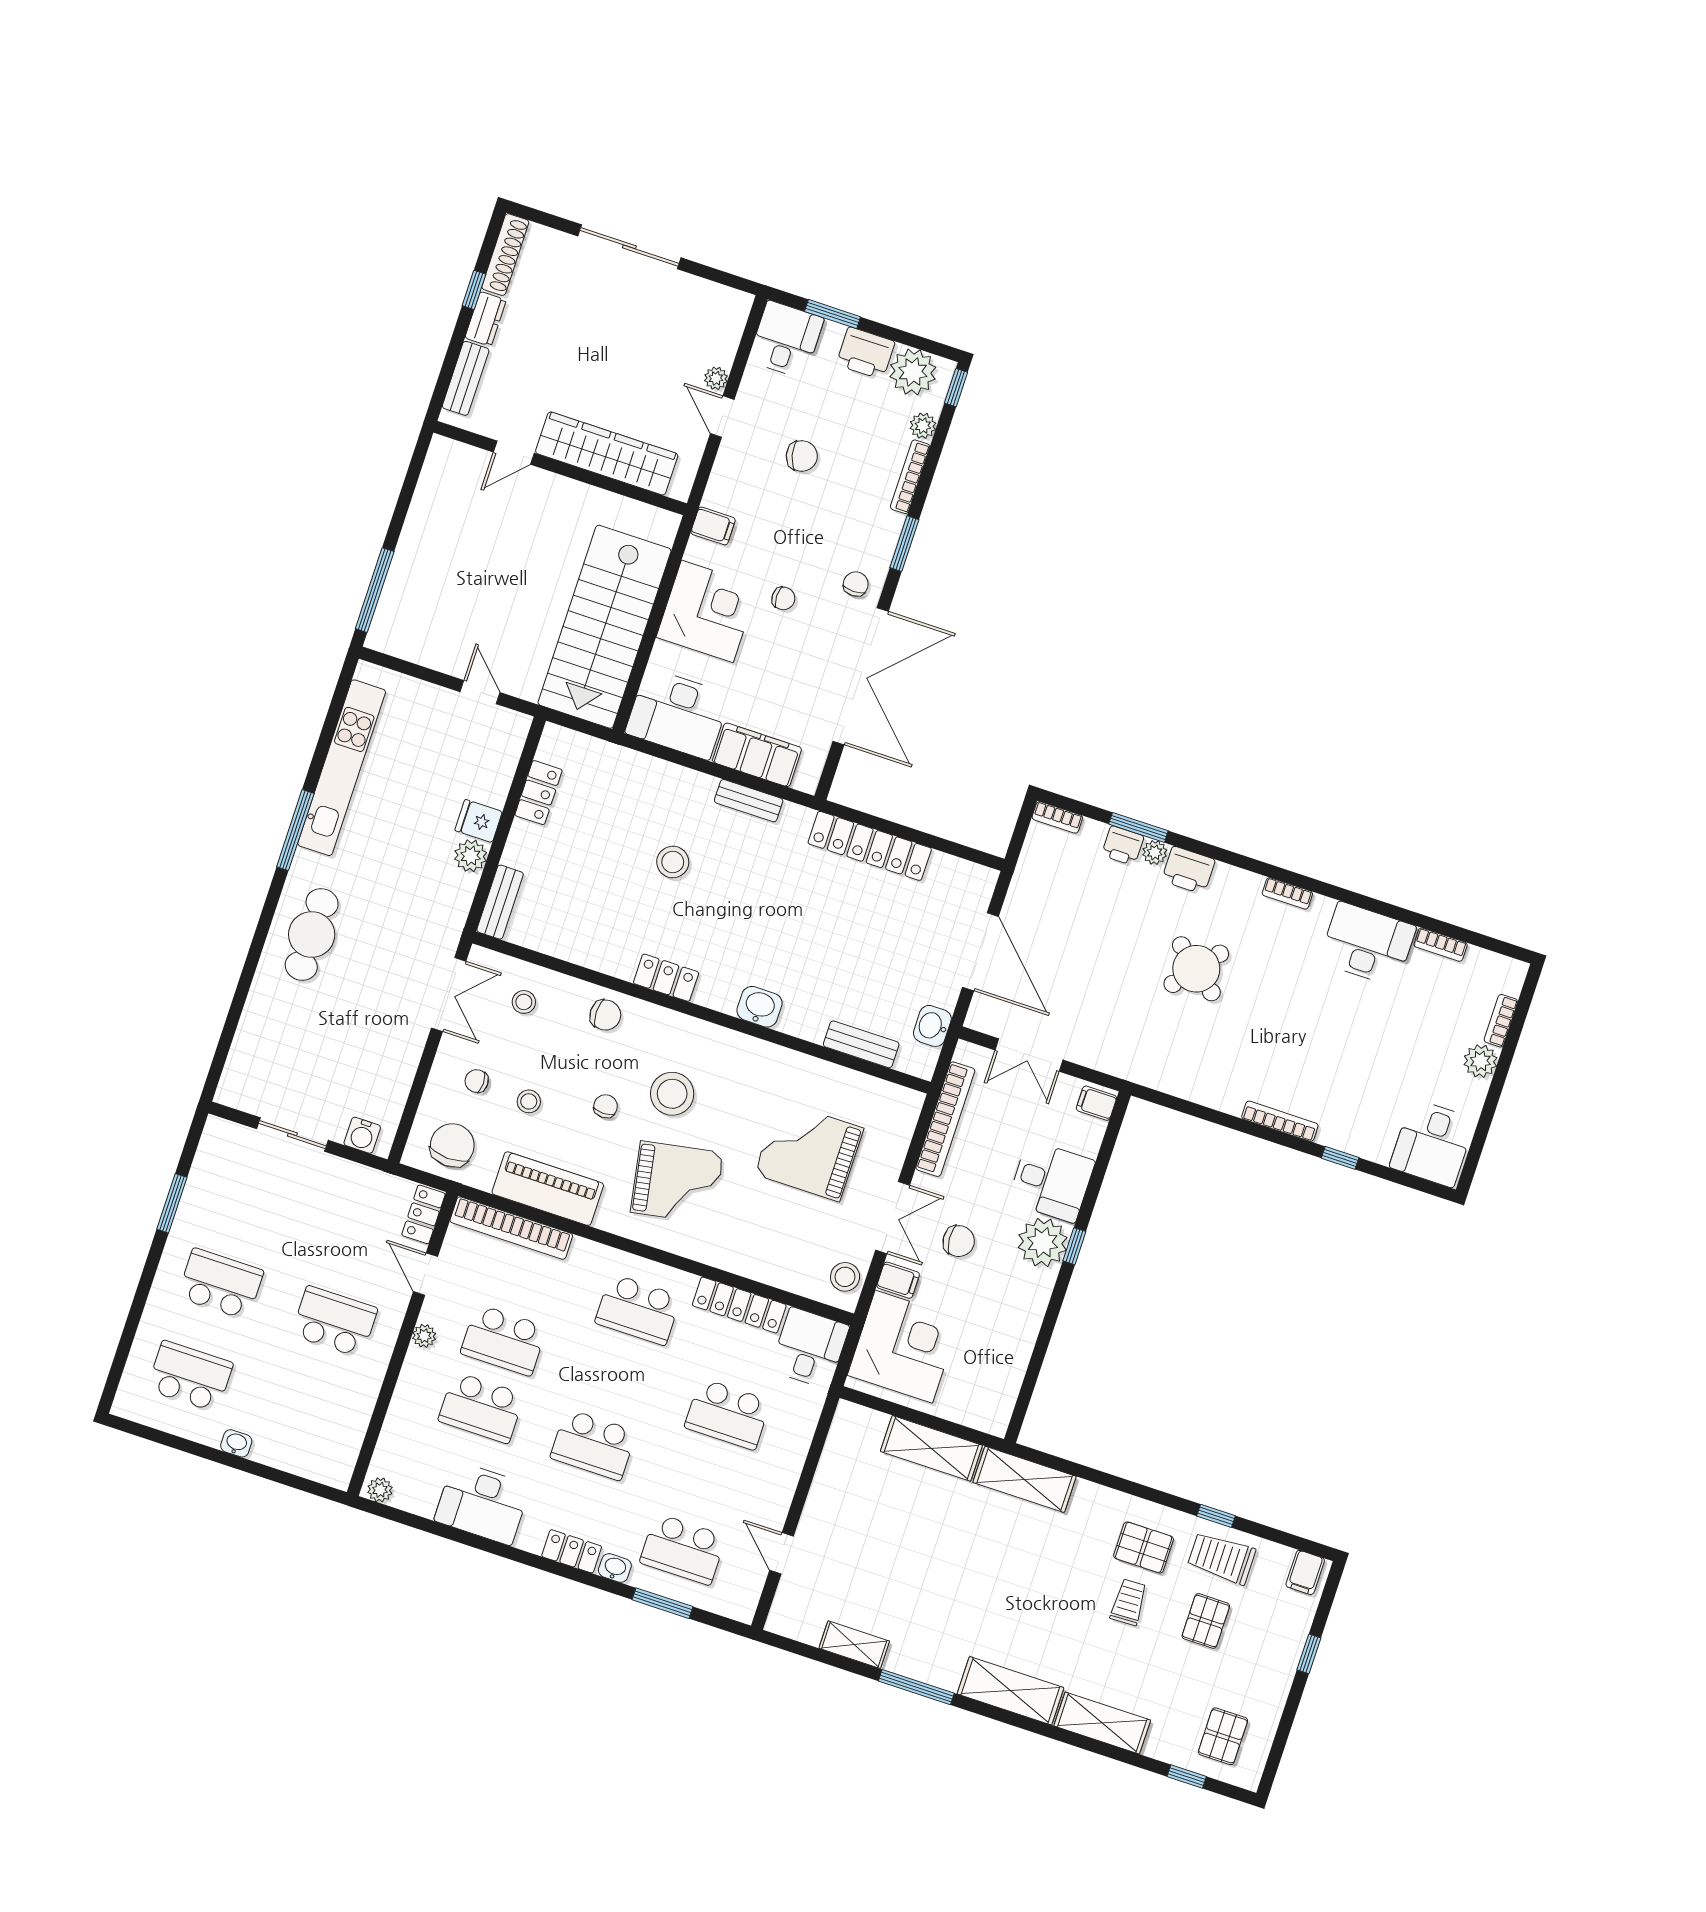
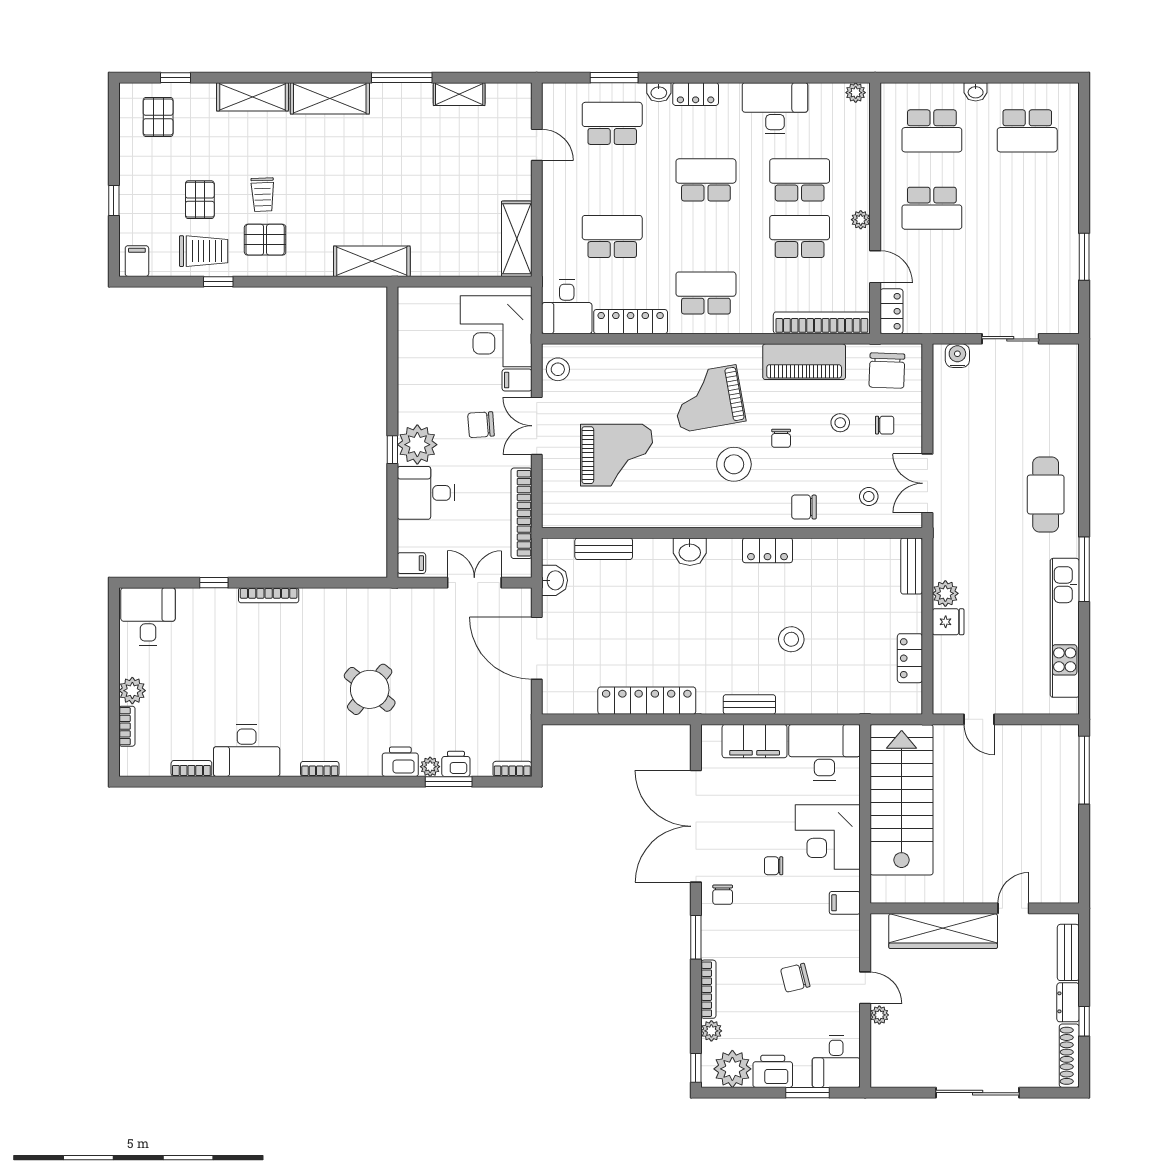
school desk: (221, 1284) -> (932, 131), moved
shelving: (931, 1448) -> (517, 239), moved, turned 90

